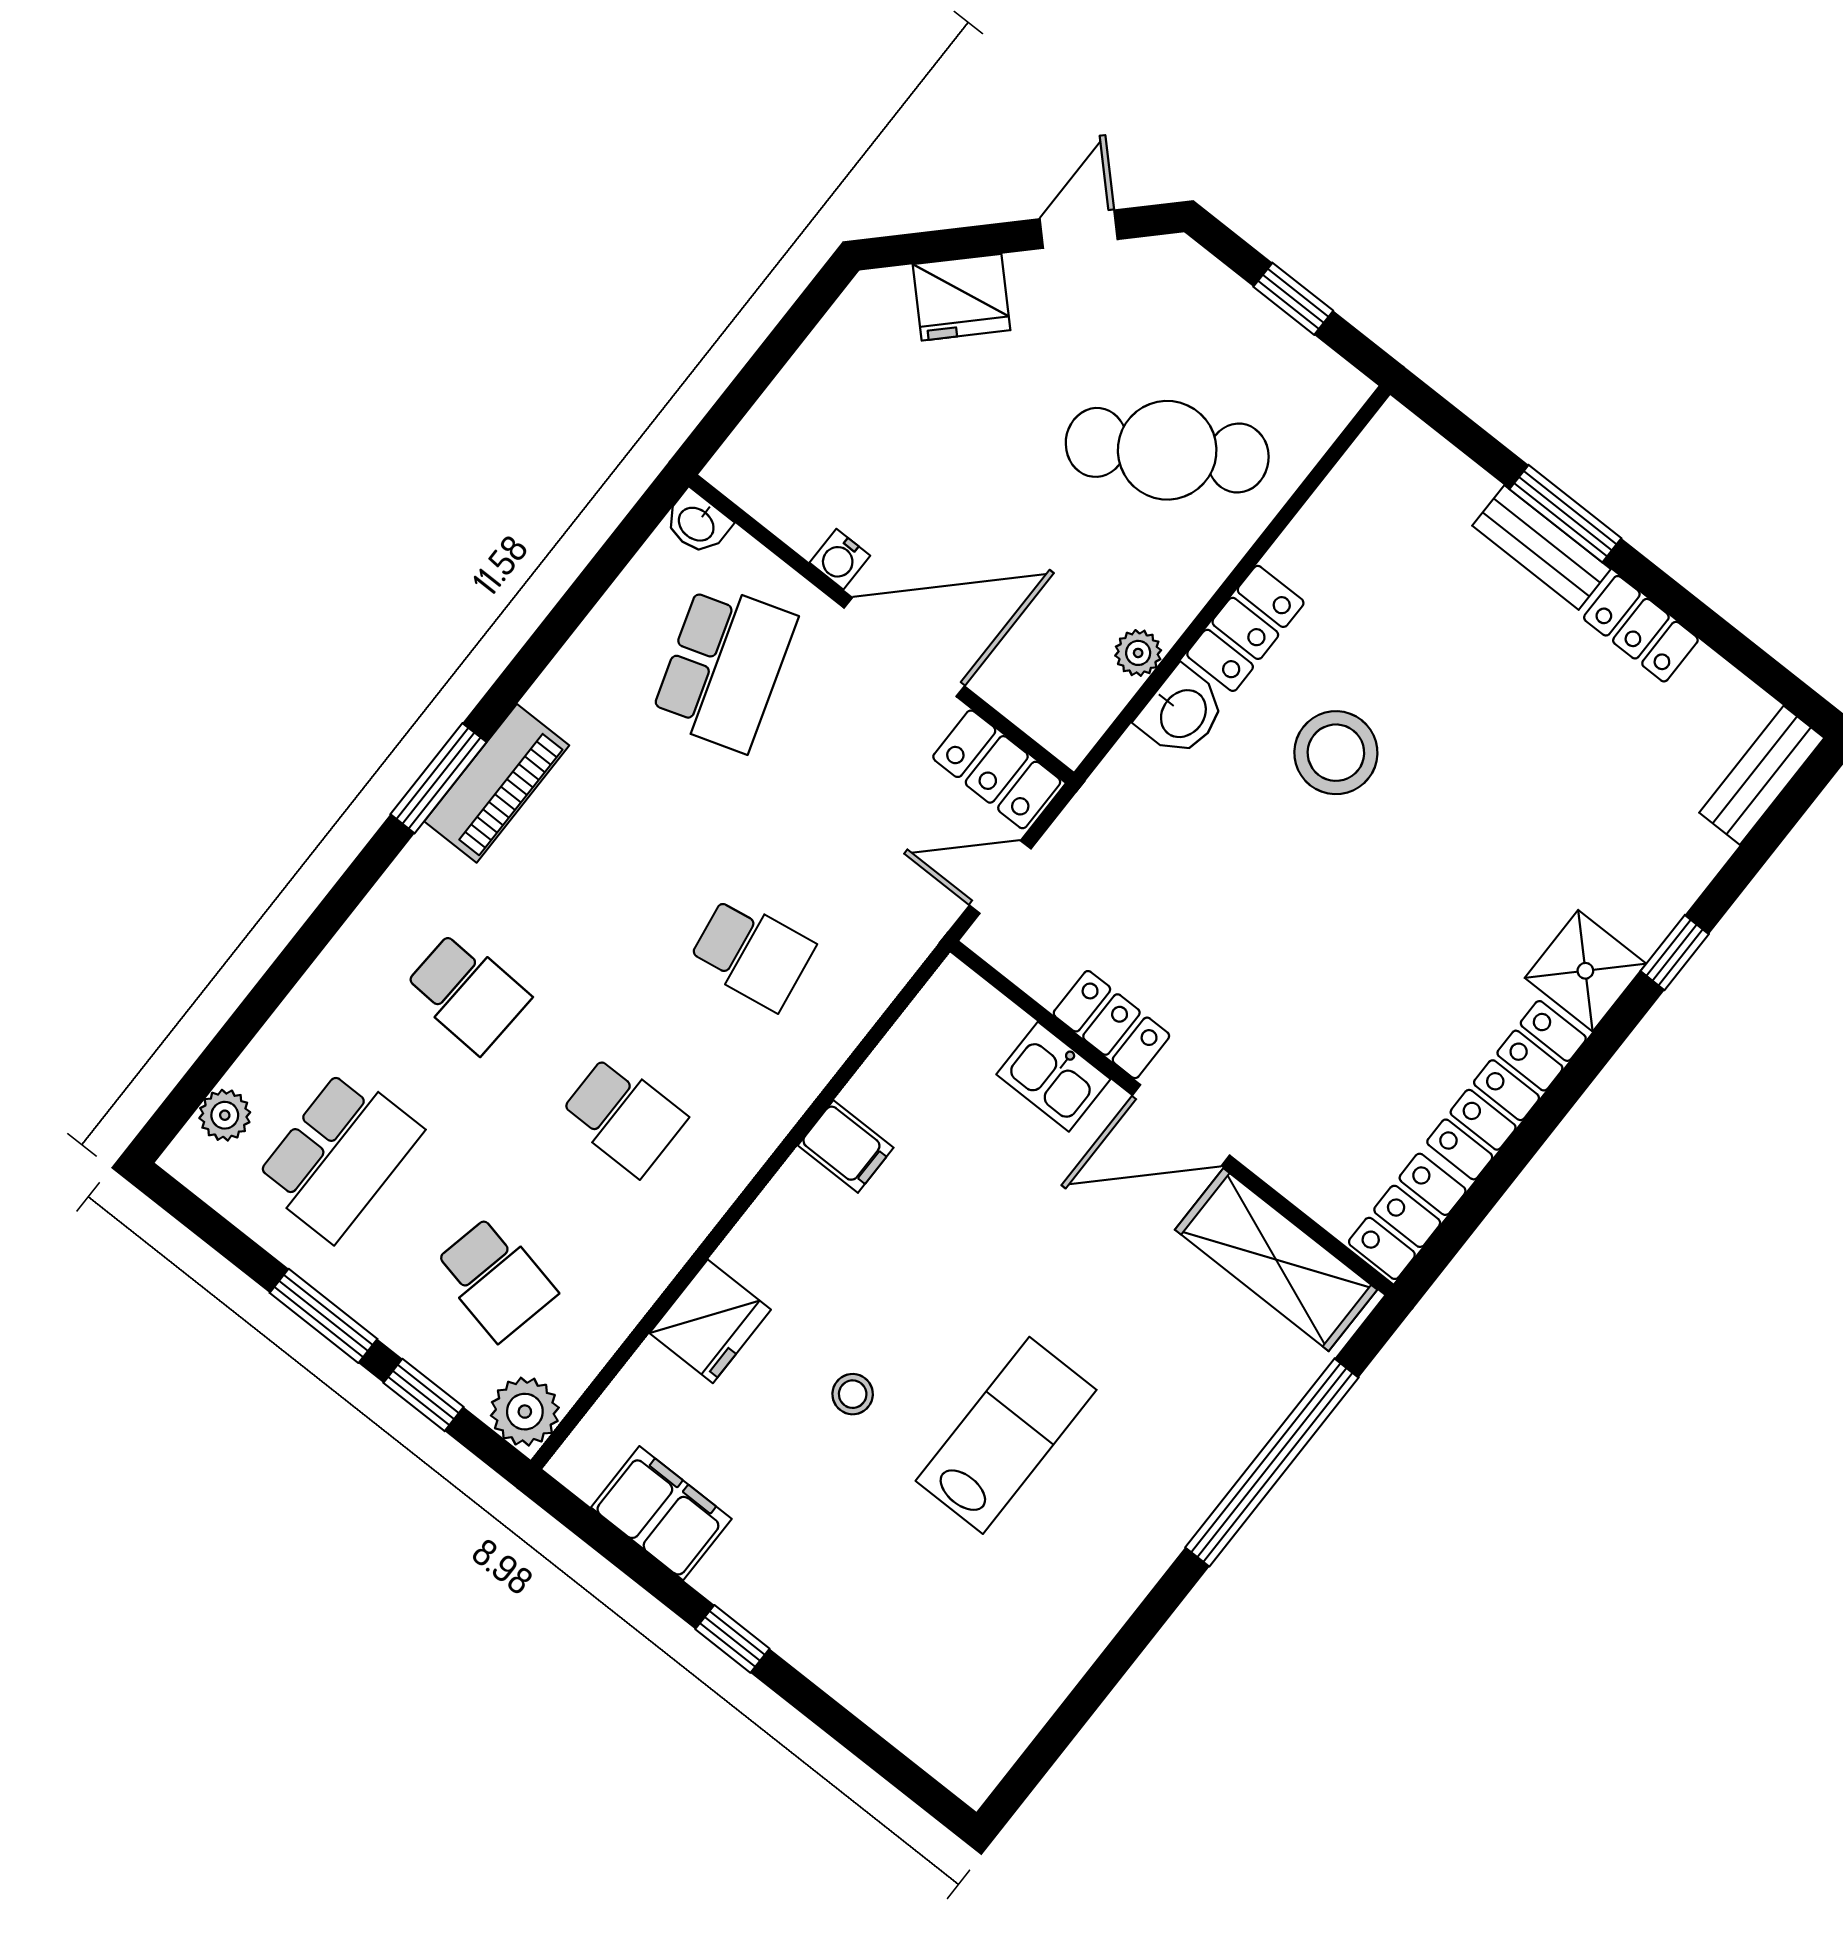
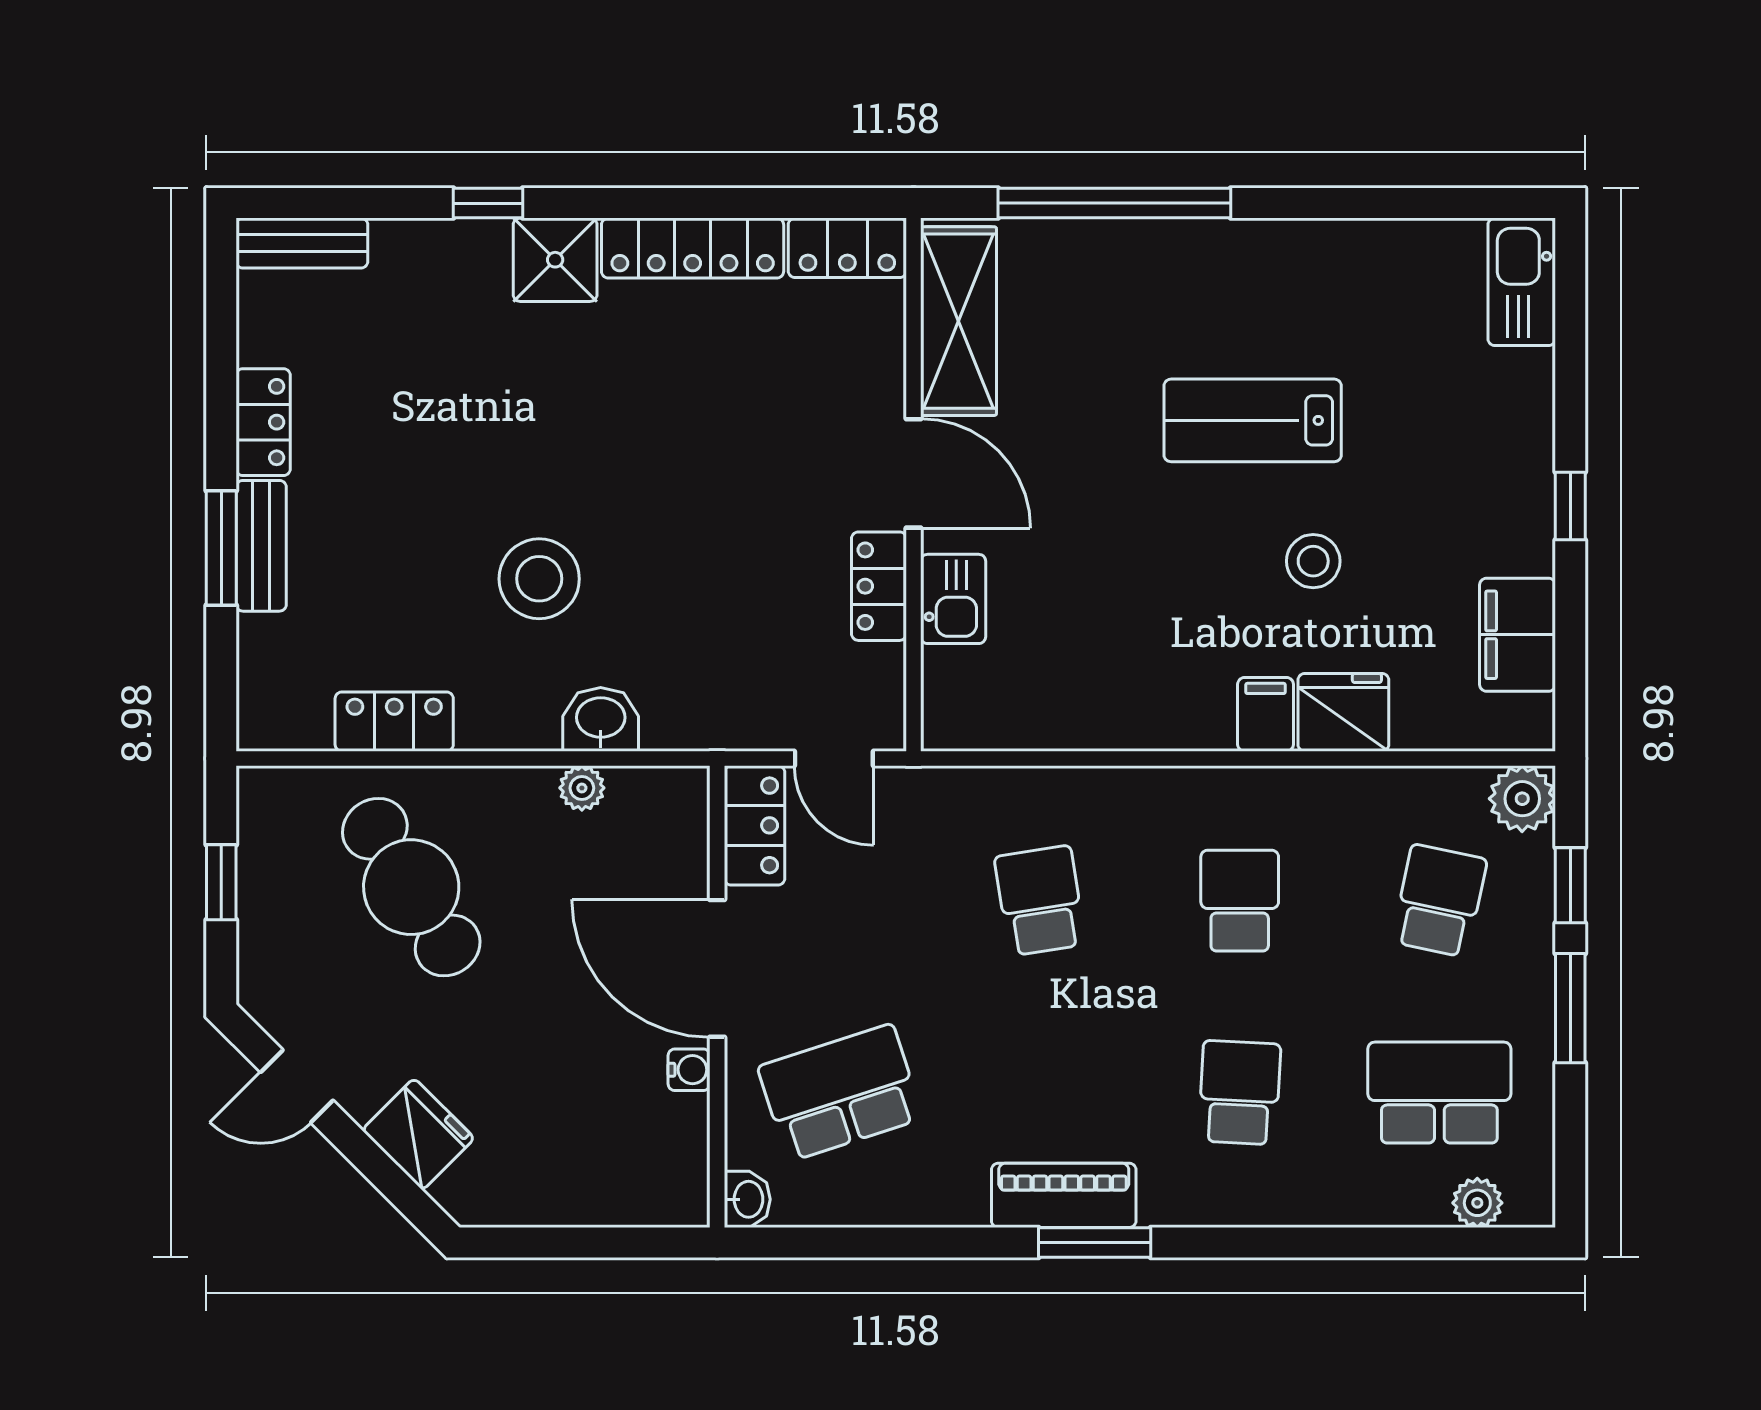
locker: (1245, 628) -> (394, 722), moved
filing cabinet: (846, 1147) -> (1266, 714), moved
stool: (853, 1394) -> (1313, 561), width x1.37, depth x1.37
kitchen sink: (946, 1743) -> (1522, 282), added

